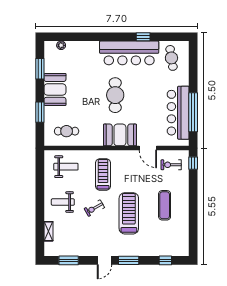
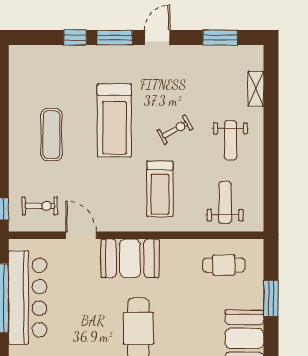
weight bench: (66, 167) -> (225, 202), turned 90
weight bench: (63, 202) -> (231, 140), turned 90
window: (165, 260) -> (75, 38), moved

